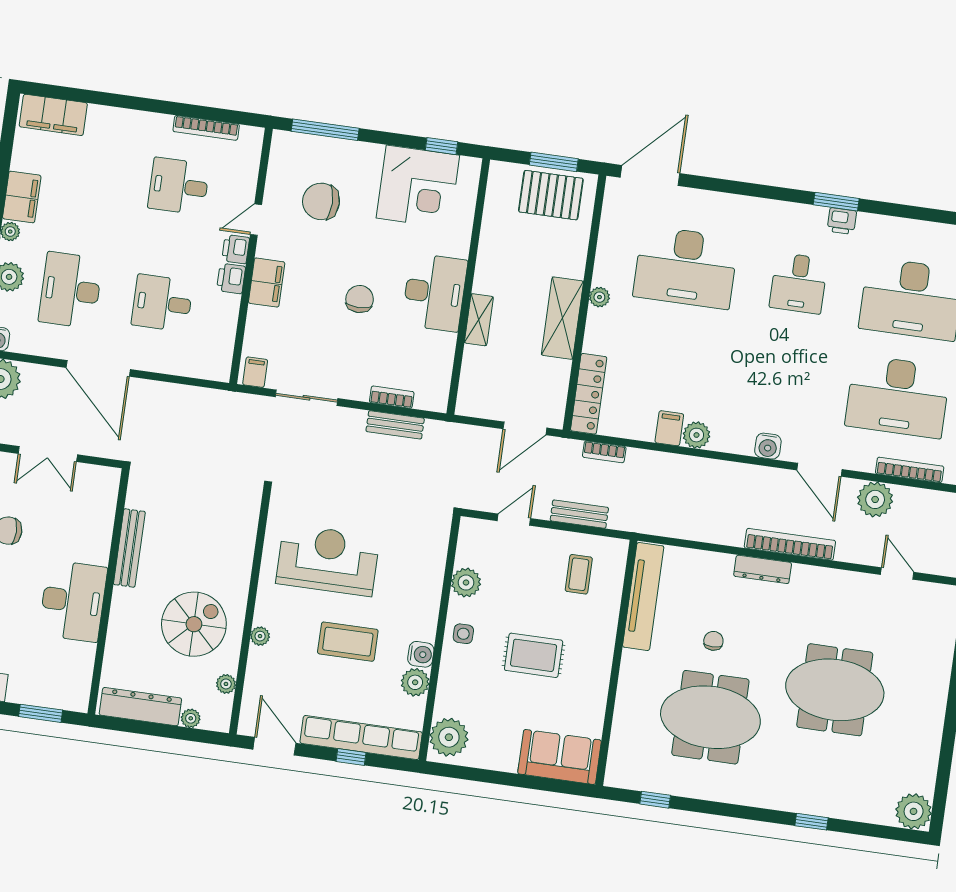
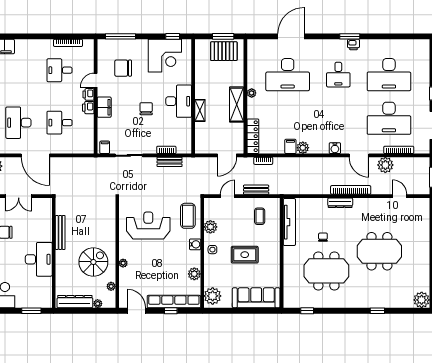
door: (650, 175) -> (291, 36), moved
coffee table: (348, 642) -> (188, 216), moved, turned 90
water cooler: (421, 654) -> (195, 244), moved
sofa: (560, 757) -> (256, 298), width x1.36

